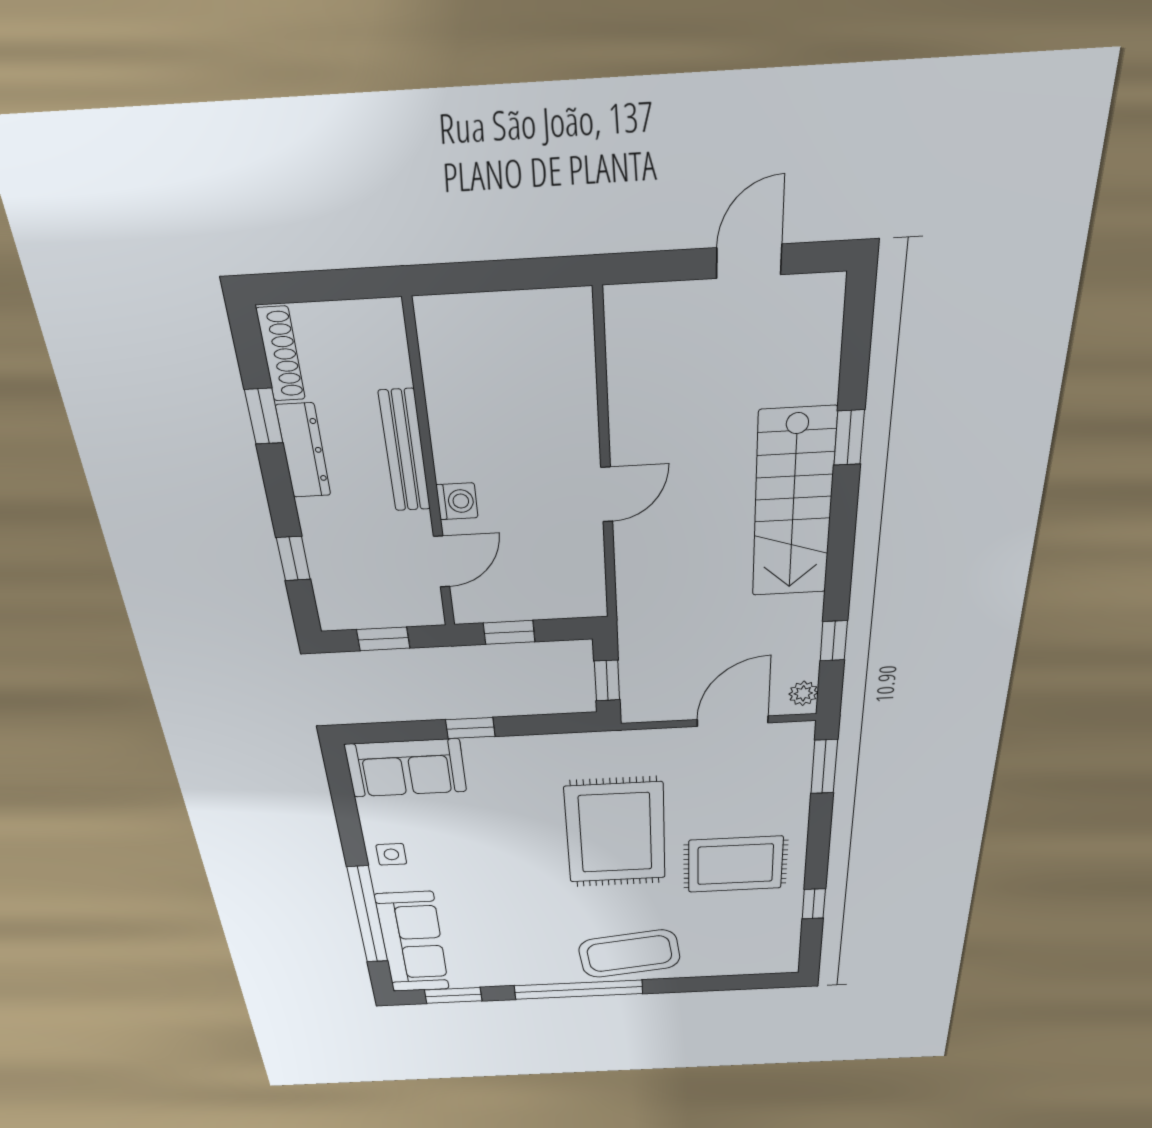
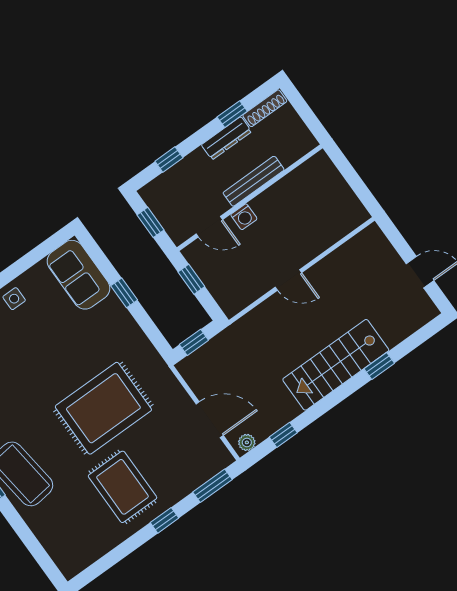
window: (814, 904) -> (164, 520), moved

